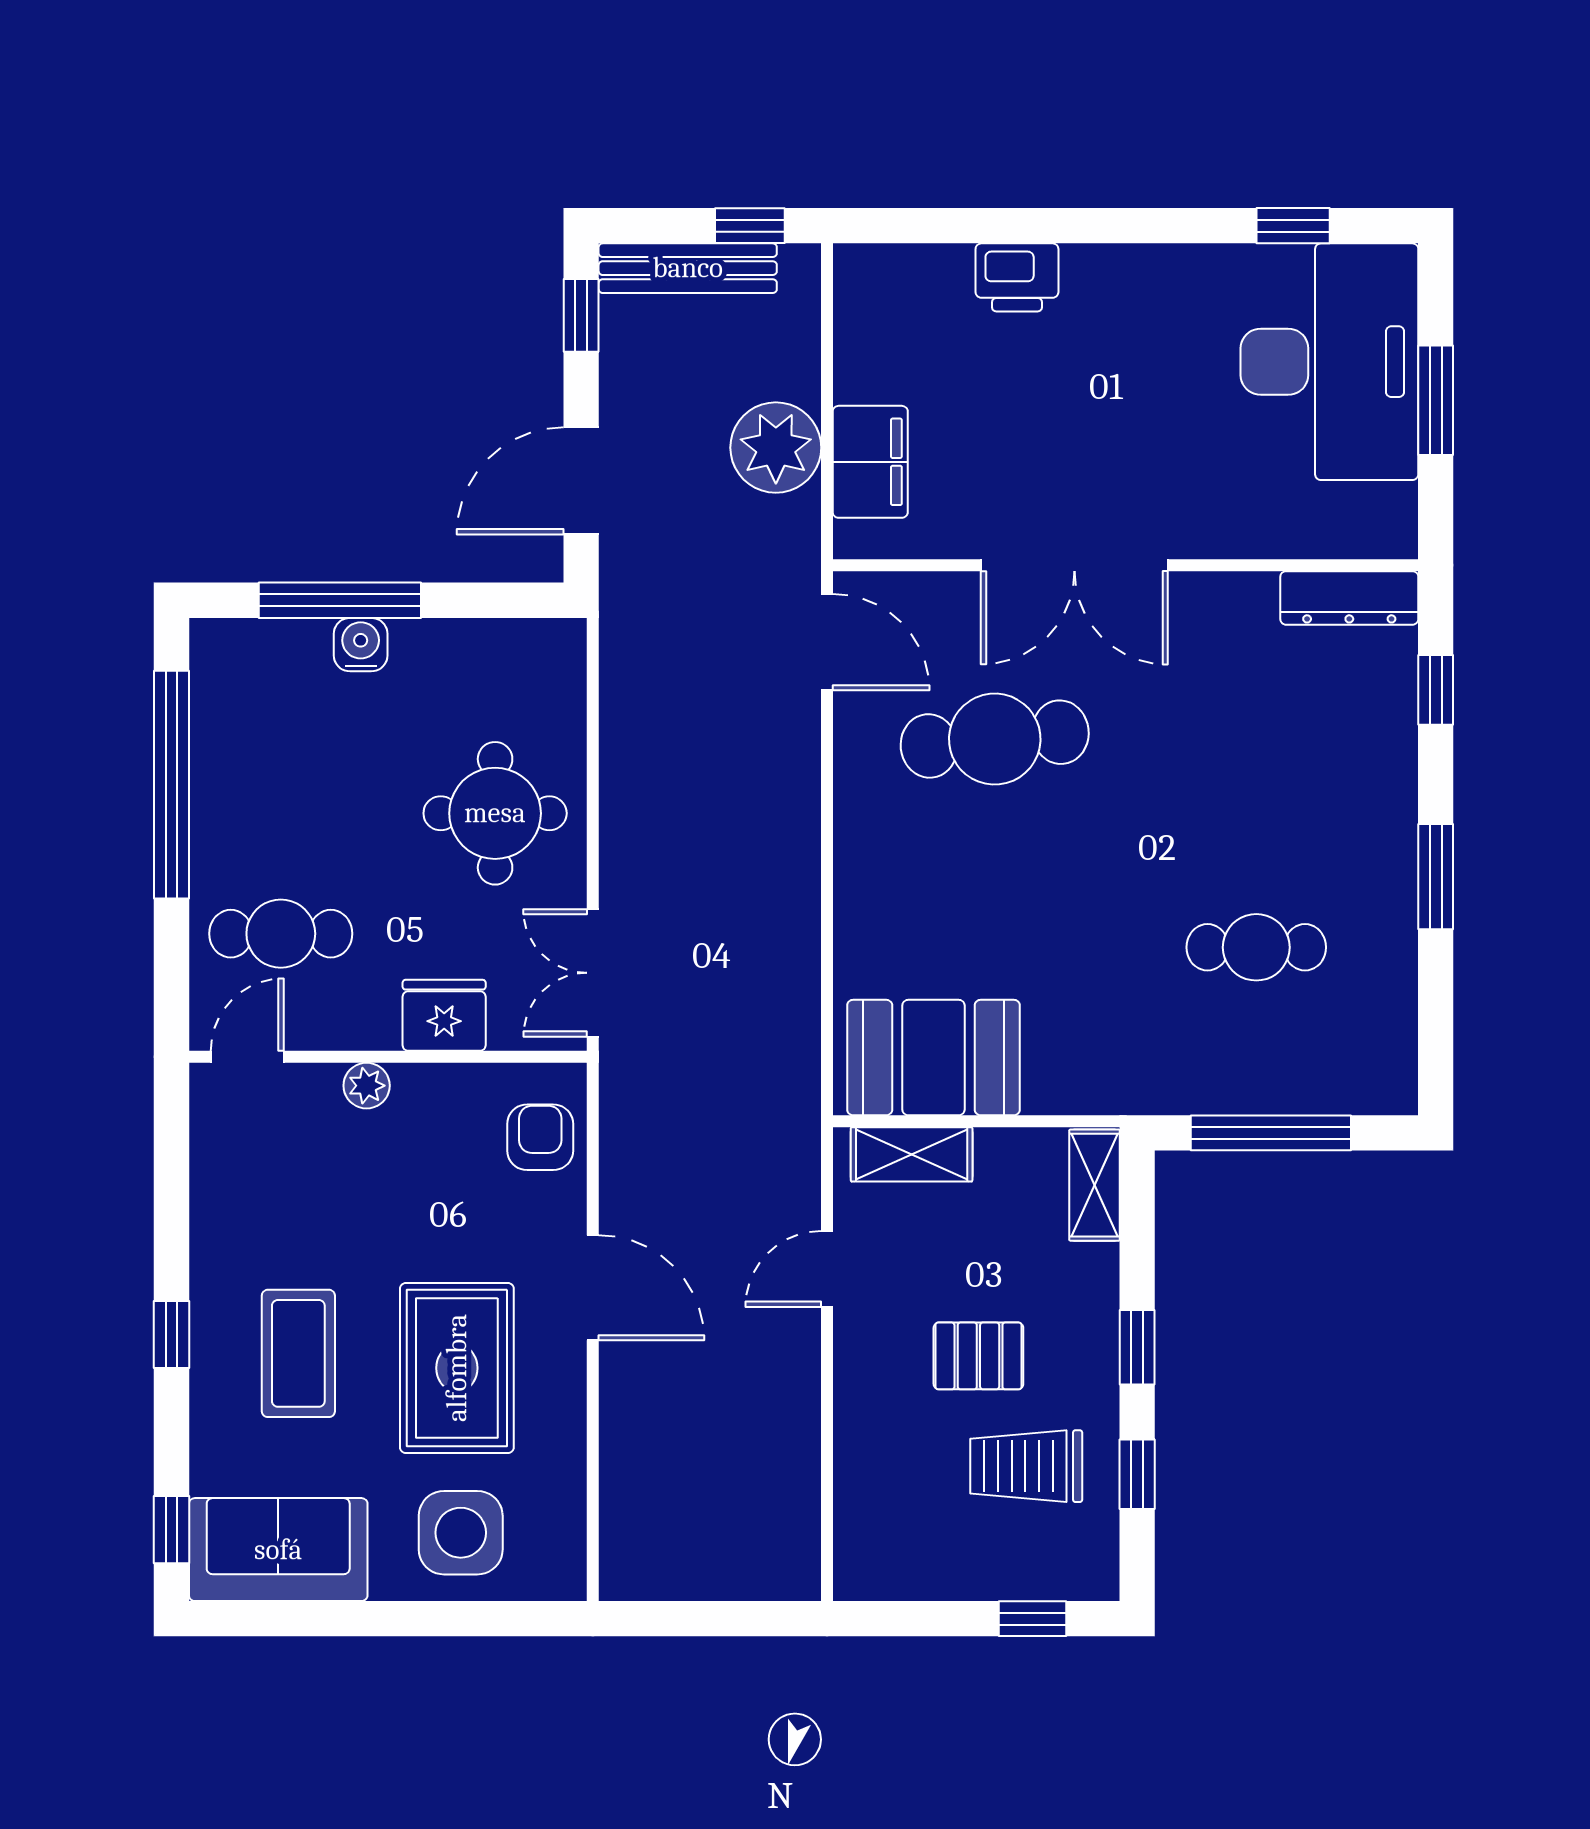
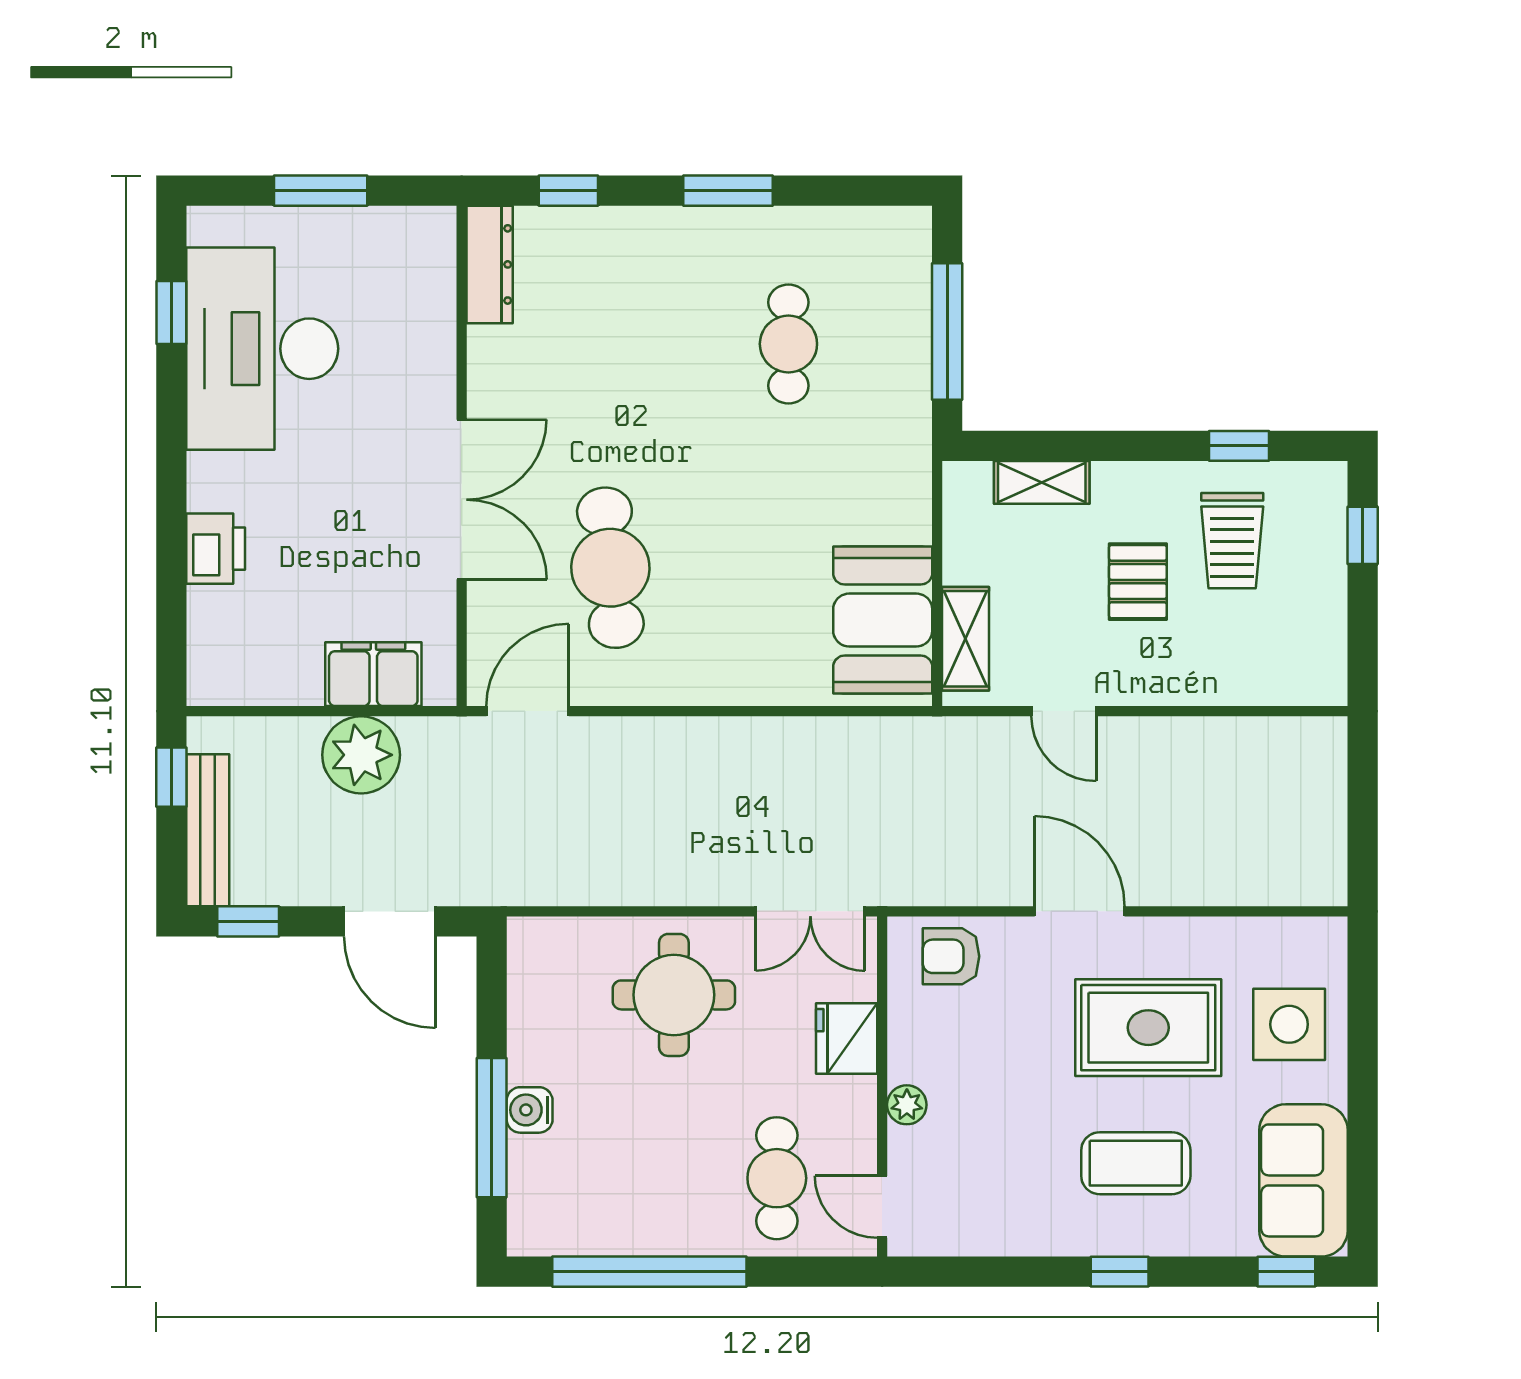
desk: (1329, 362) -> (262, 349), moved, turned -90
shelving: (1095, 1185) -> (1042, 482), moved
door: (593, 1288) -> (1080, 911), hinge flipped
window: (1137, 1347) -> (1130, 446), removed

